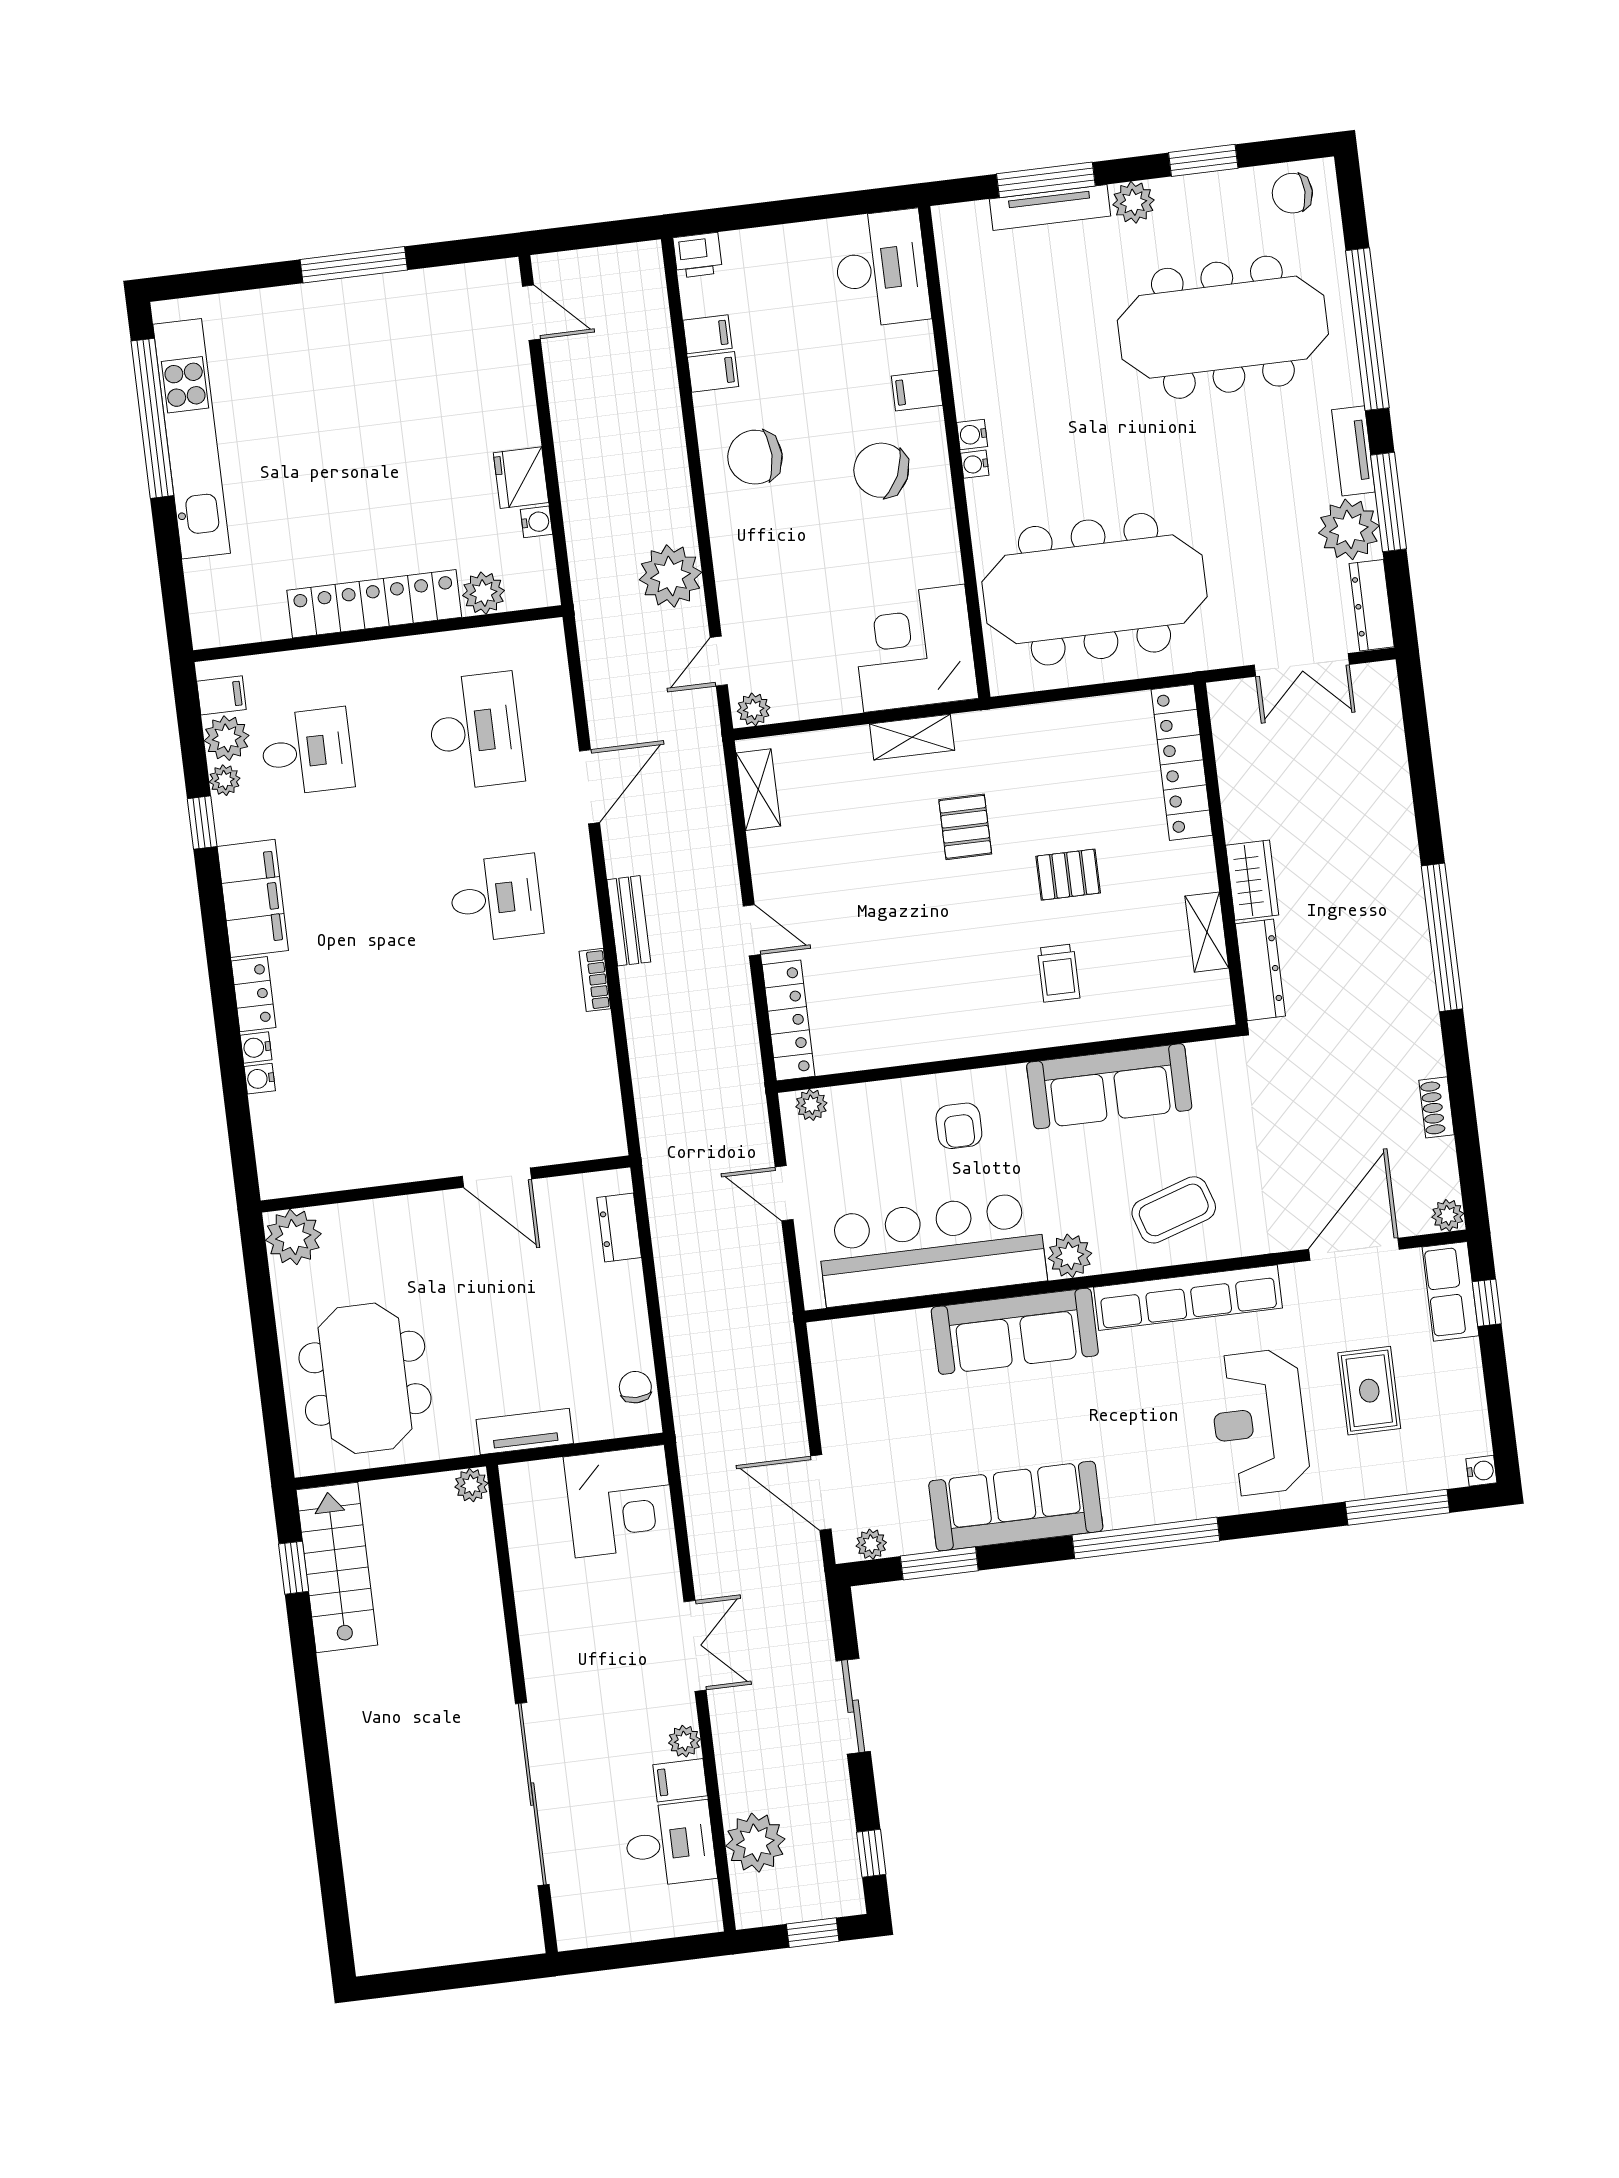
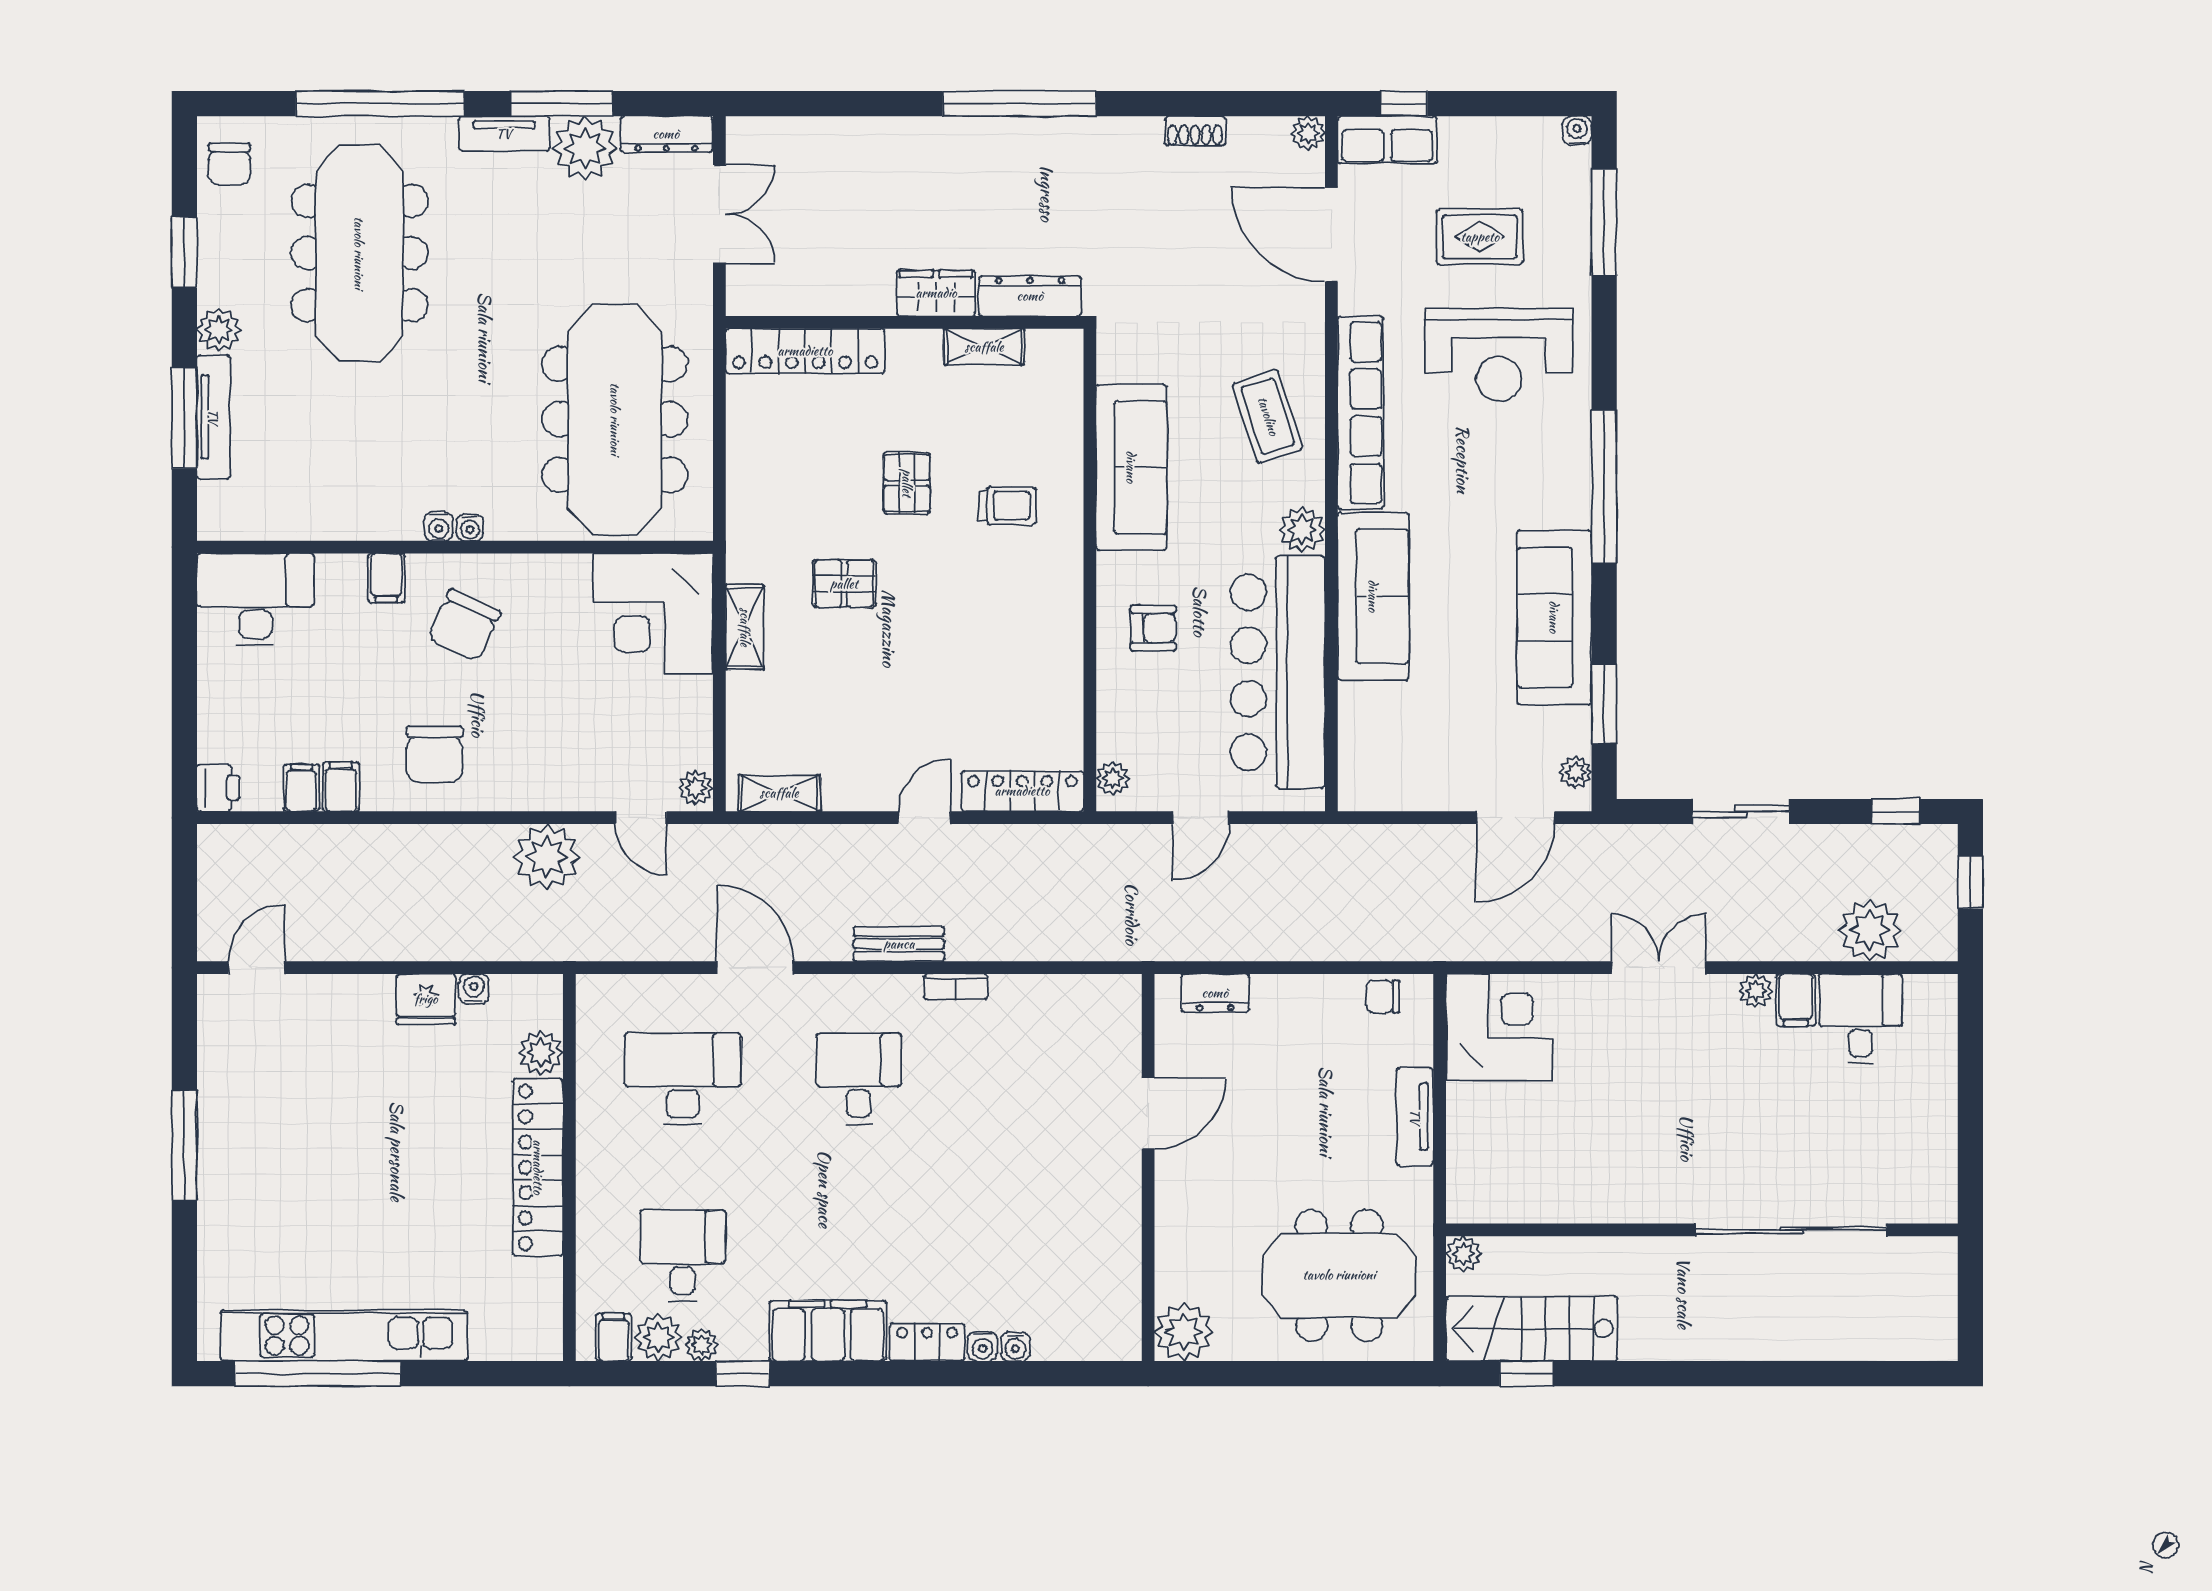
plant: (471, 1485) -> (1463, 1254), moved
wall: (522, 1709) -> (1702, 1230), moved
sliding door: (532, 1794) -> (1791, 1230), moved

